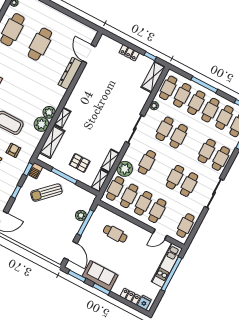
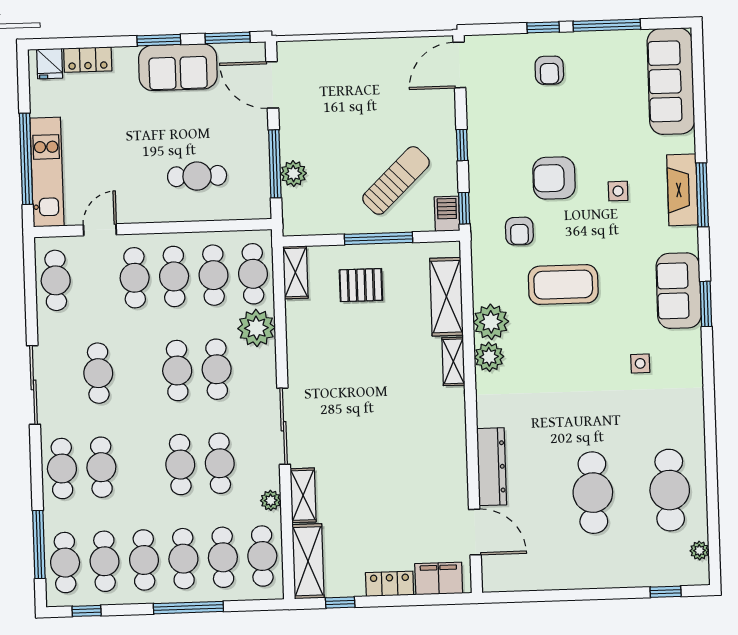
filing cabinet: (111, 45) -> (439, 579), added
shelving: (110, 161) -> (303, 495), moved
cafe table: (175, 177) -> (177, 371), moved

